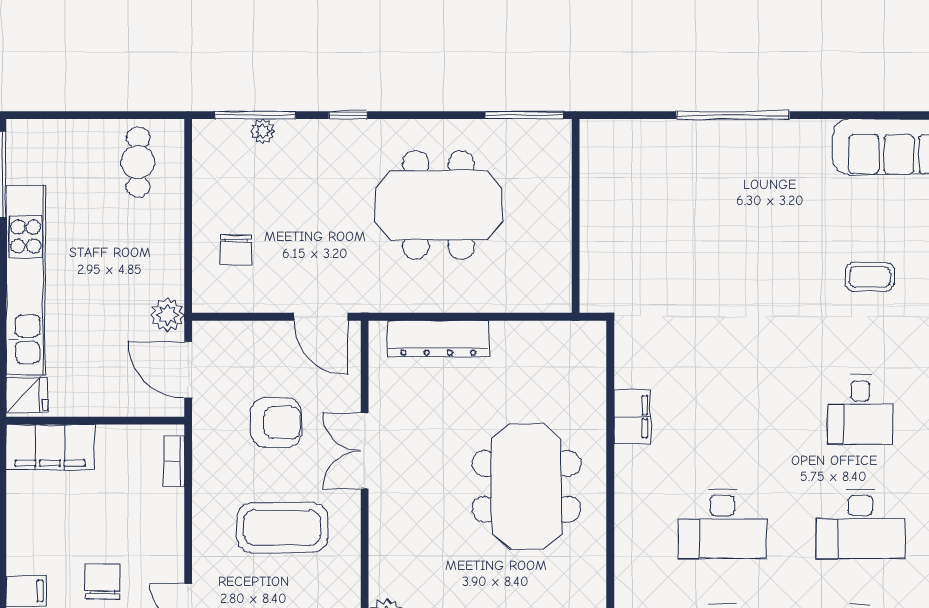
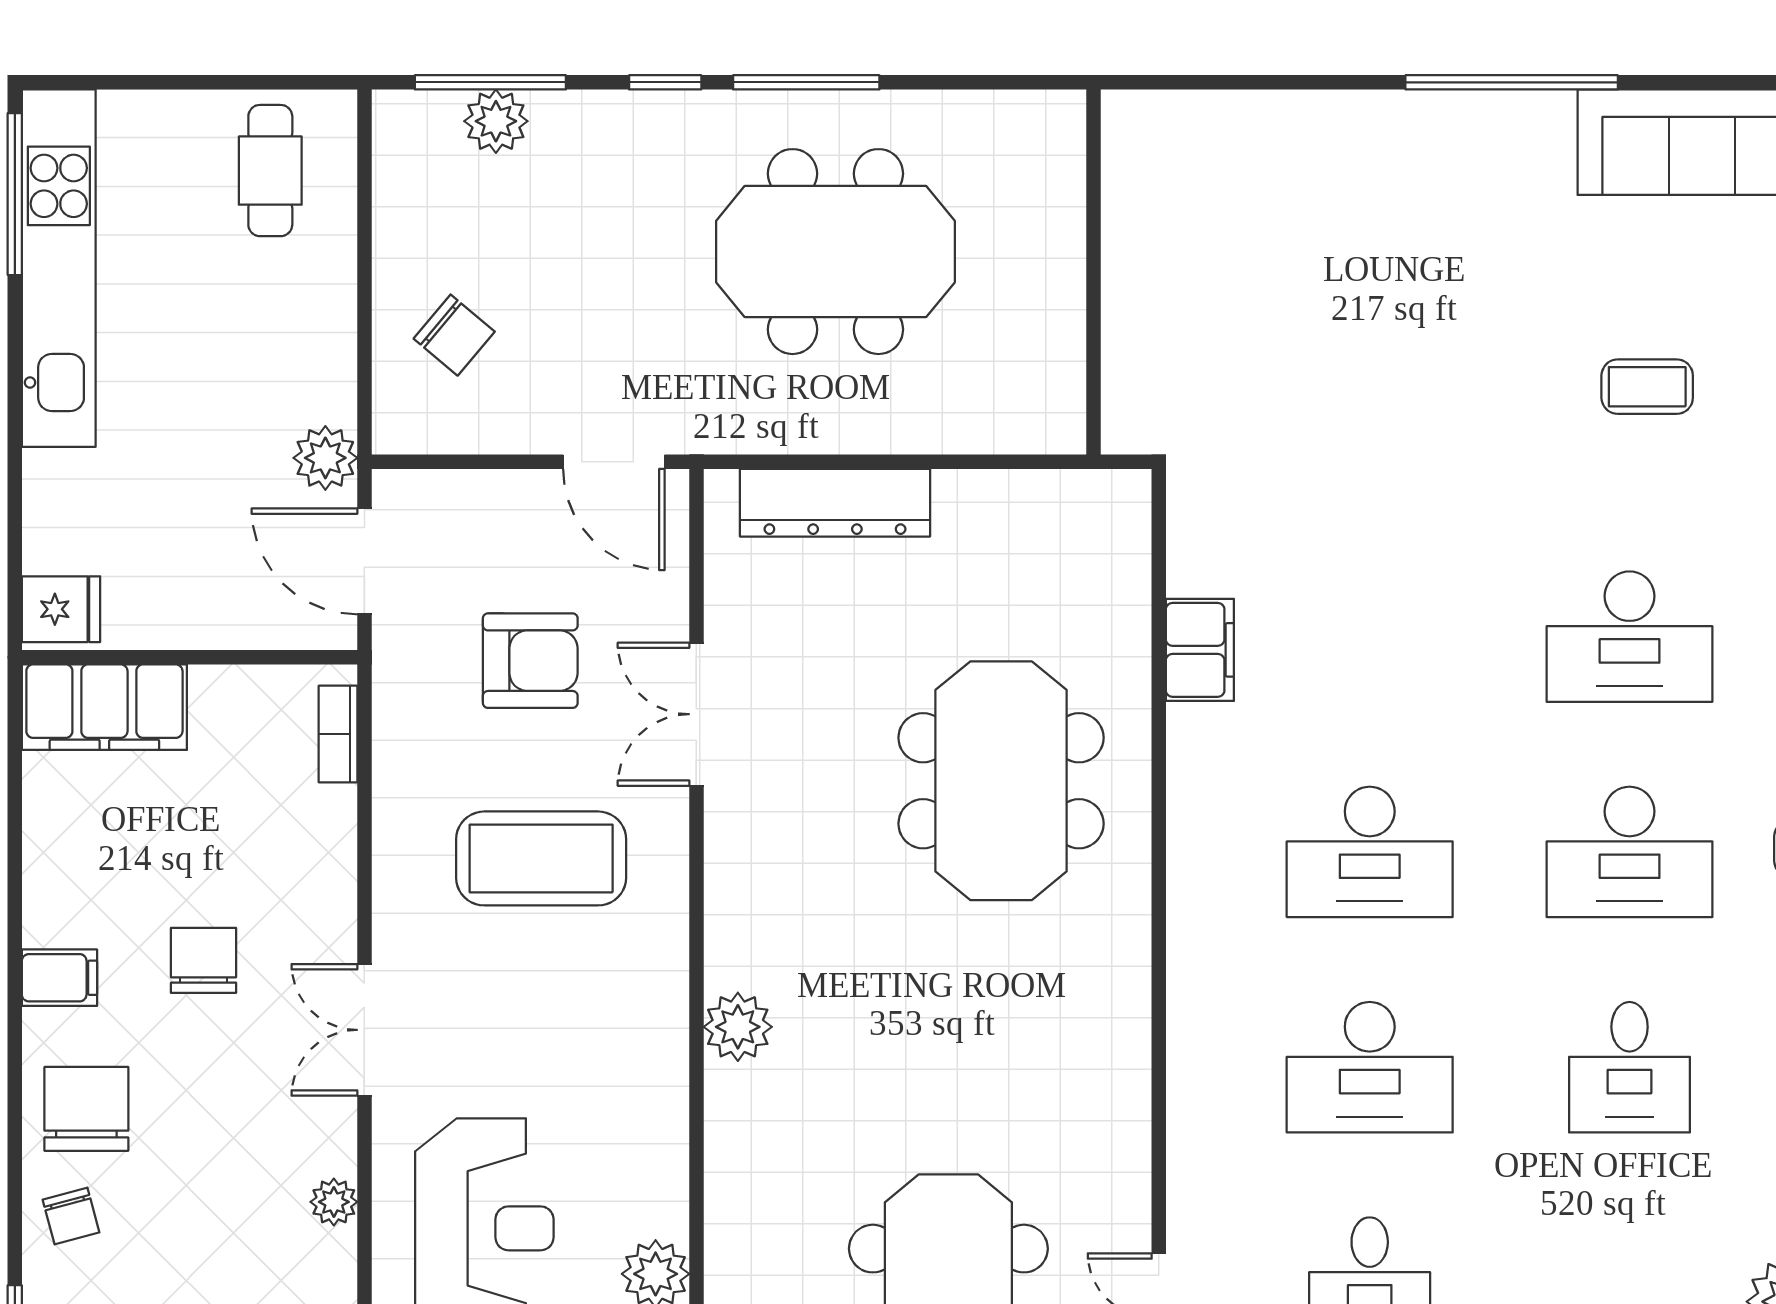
window: (524, 115) -> (806, 82), moved
window: (733, 115) -> (1512, 82), moved
plant: (263, 131) -> (496, 121), width x1.38, depth x1.38
chair: (236, 250) -> (454, 335), turned -50
kitchen unit: (26, 280) -> (59, 268), moved
desk: (860, 410) -> (1630, 637), width x1.37

